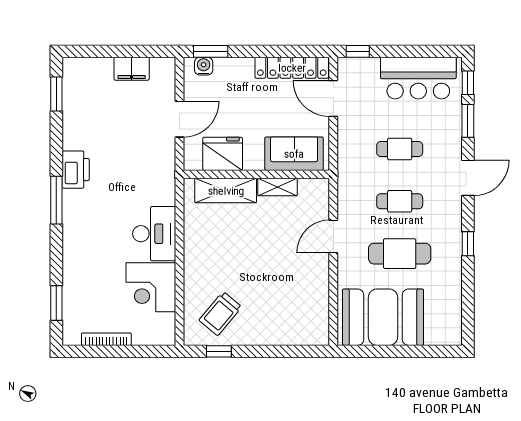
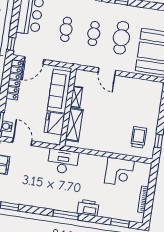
door: (179, 119) -> (22, 142), moved
sofa: (294, 154) -> (59, 91), width x1.36
printer: (76, 170) -> (88, 208), moved
desk: (154, 234) -> (63, 162), moved
trolley: (220, 314) -> (139, 137), turned -130

